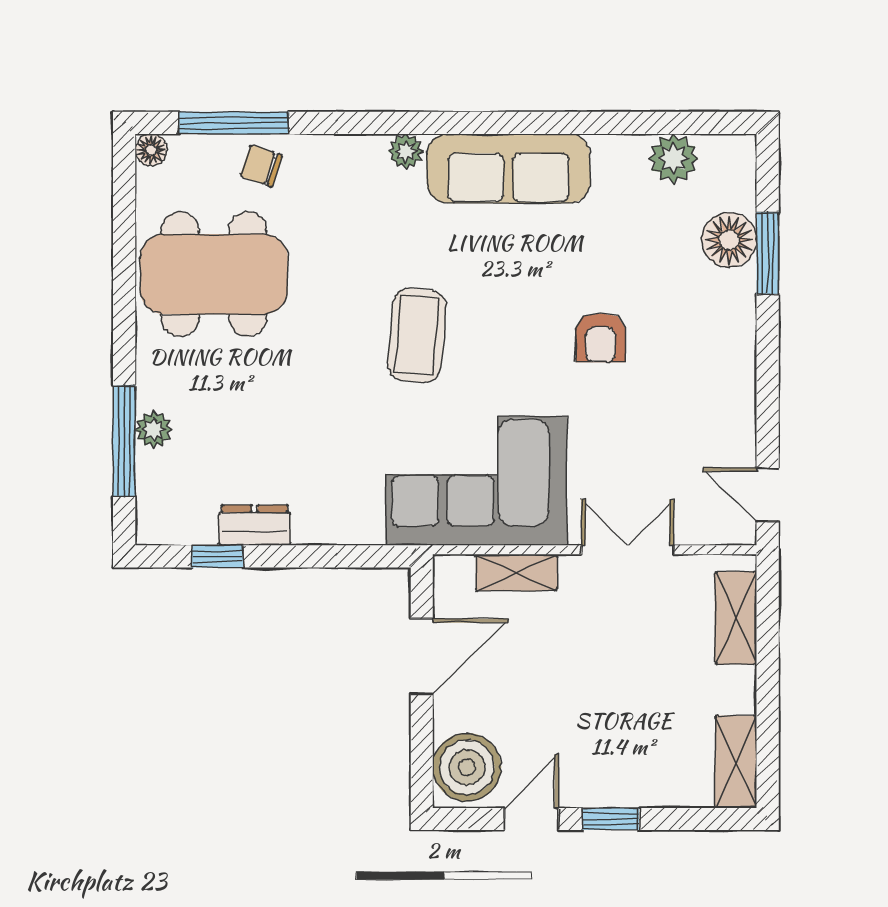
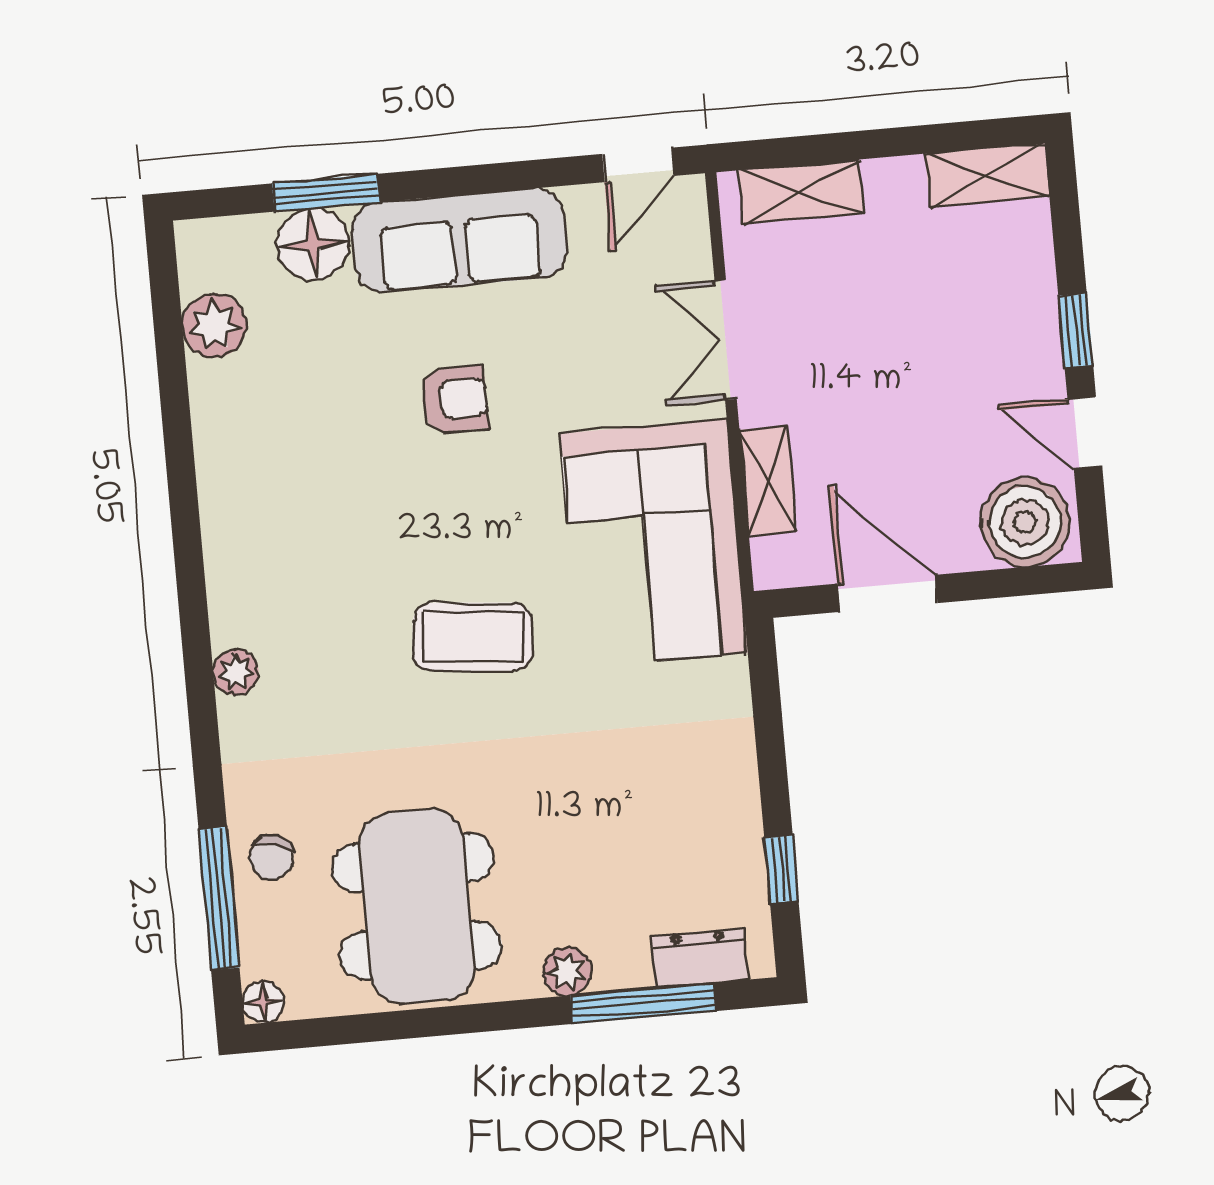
sofa: (508, 169) -> (459, 240), moved, turned 90
plant: (154, 430) -> (567, 972), moved
dresser: (255, 525) -> (699, 958), moved, turned 90

